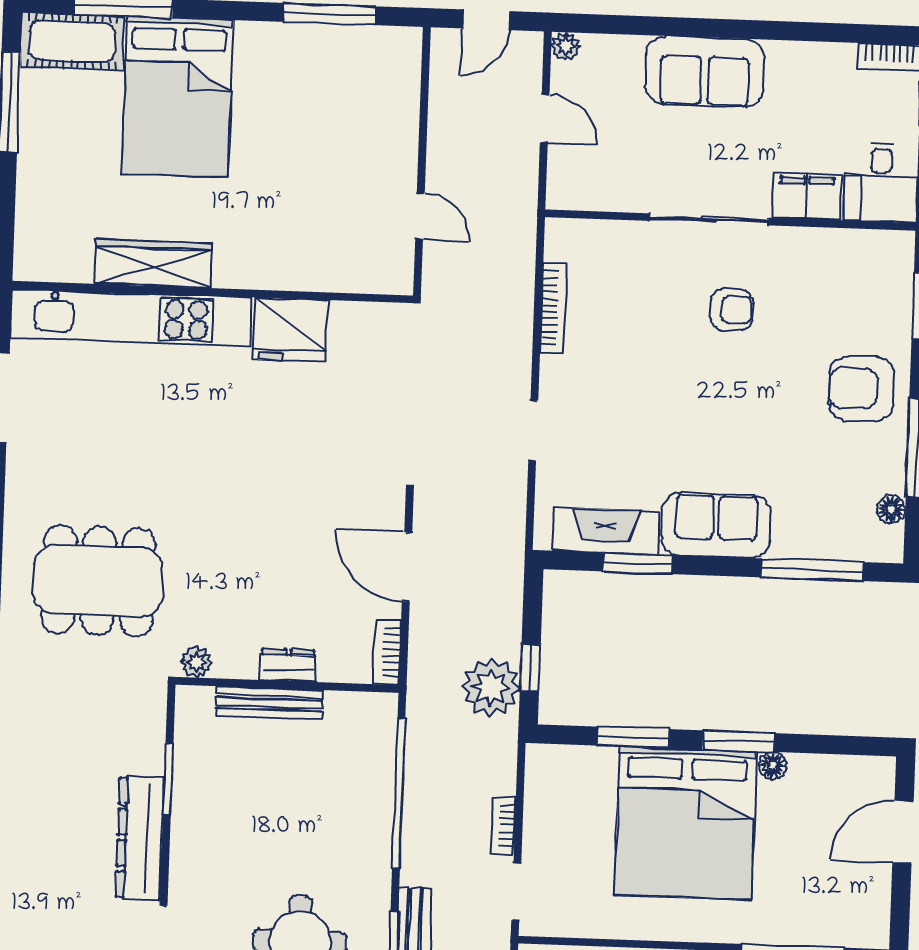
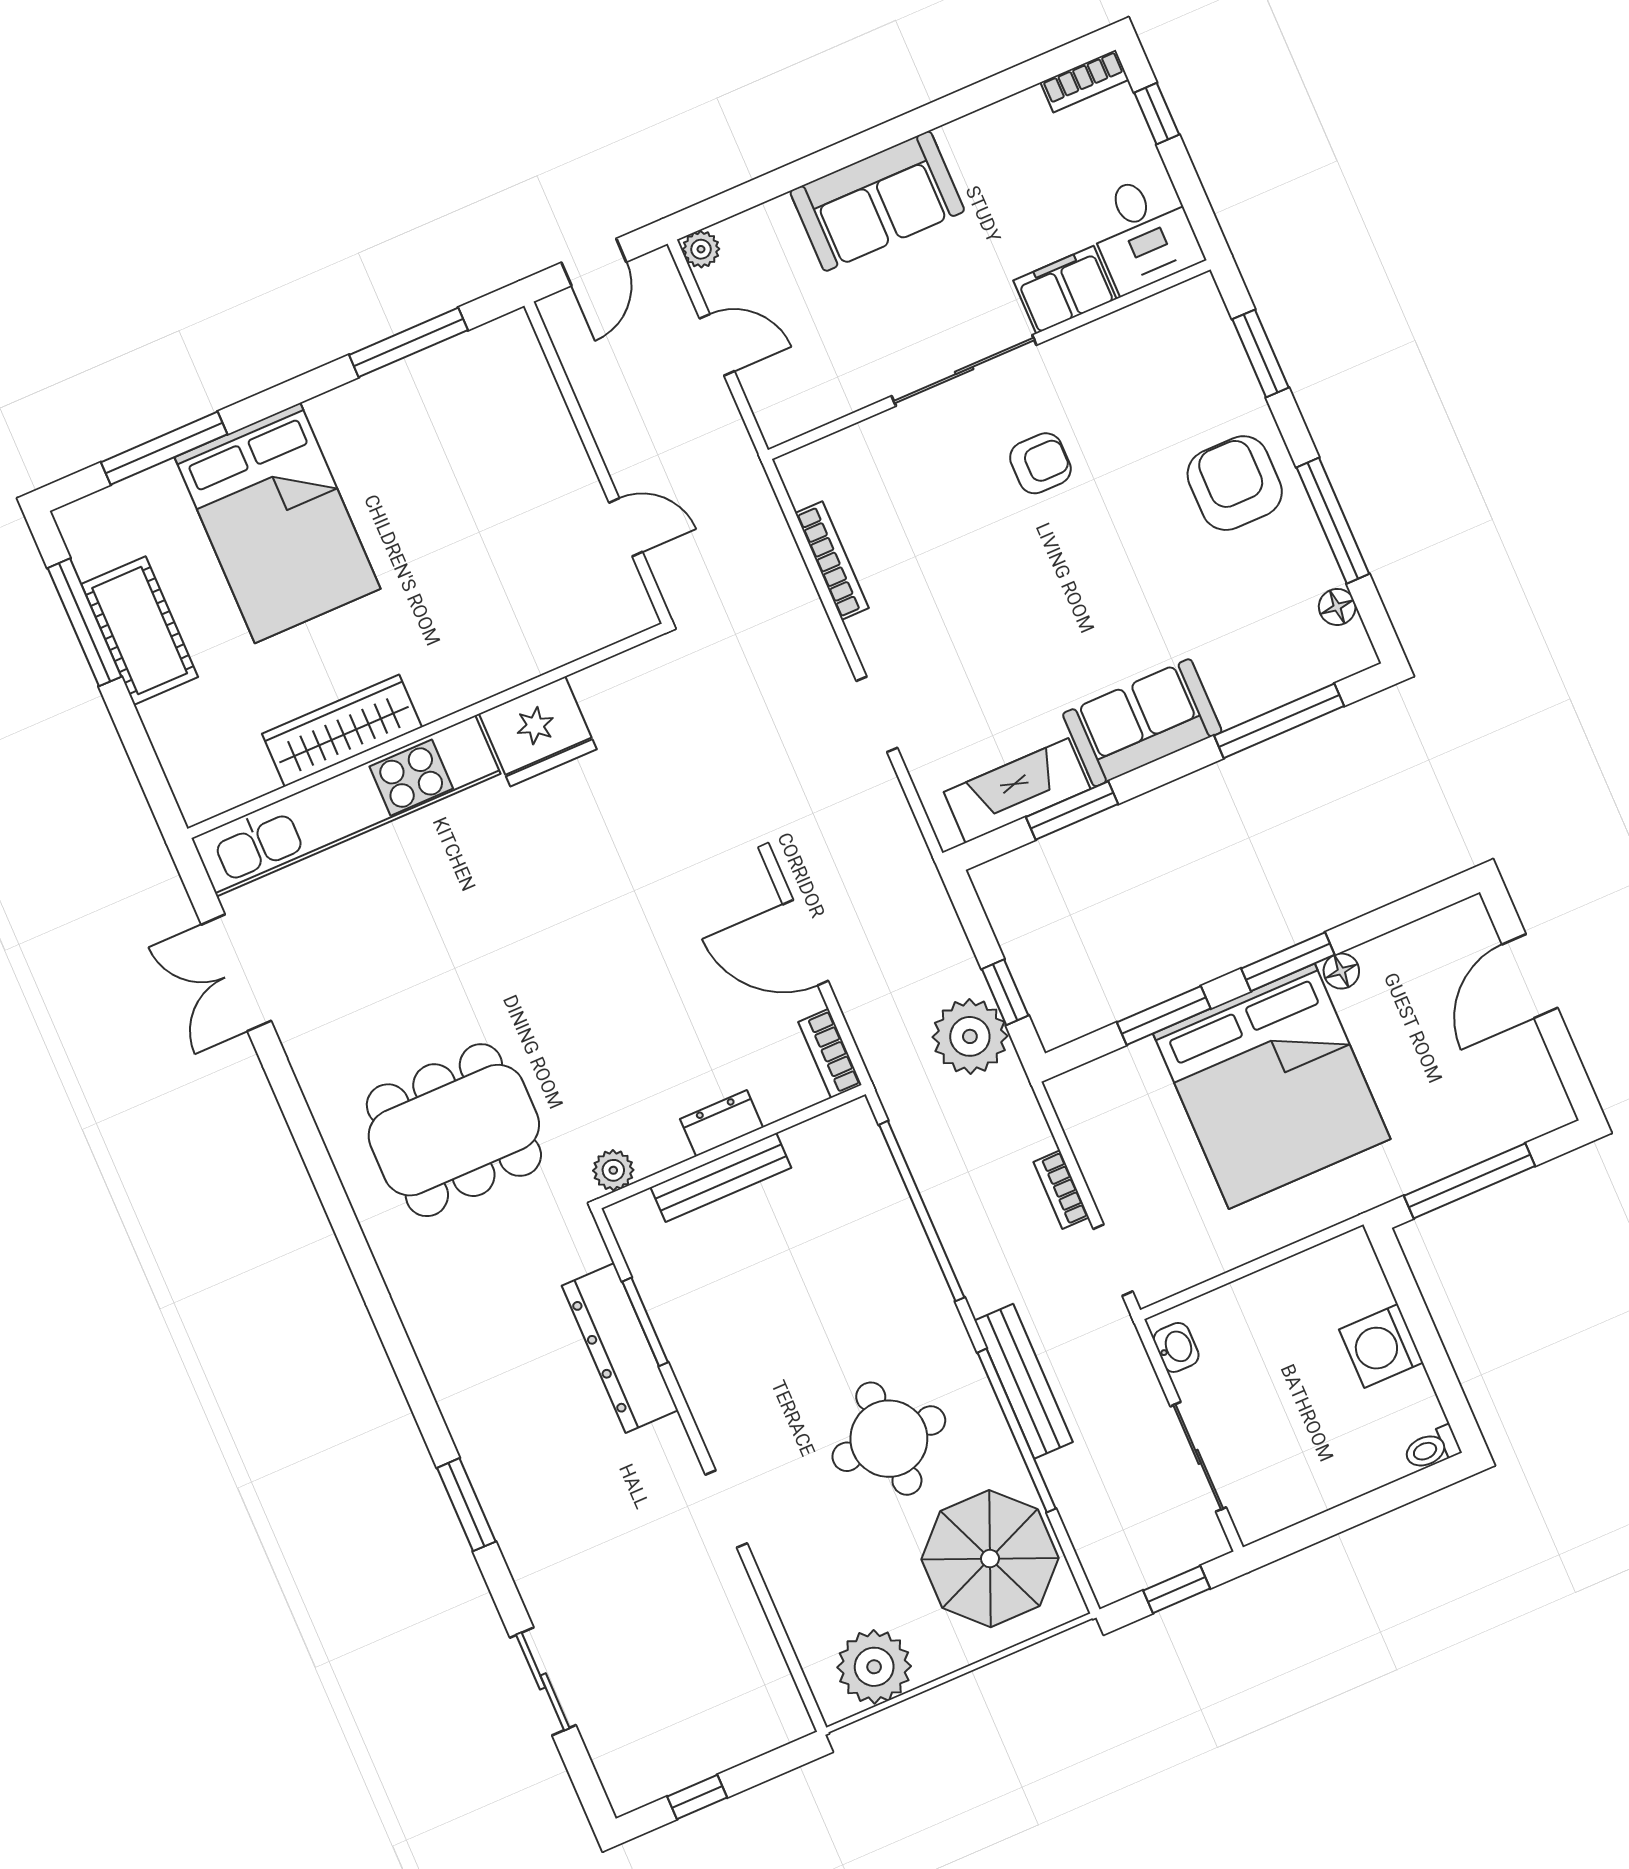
cot: (72, 41) -> (140, 631), moved, turned 90
armchair: (861, 388) -> (1235, 483), turned 90
dresser: (140, 838) -> (620, 1348), moved

